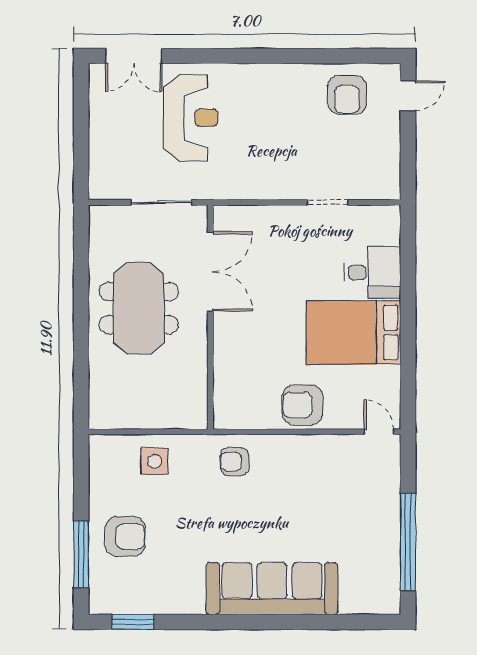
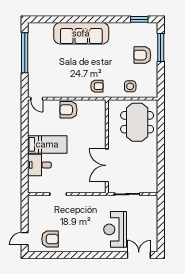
armchair: (347, 95) -> (50, 239), turned 90
meeting table: (139, 308) -> (137, 122), moved
bed: (353, 332) -> (47, 144), width x0.67
armchair: (302, 405) -> (69, 110), turned 180

